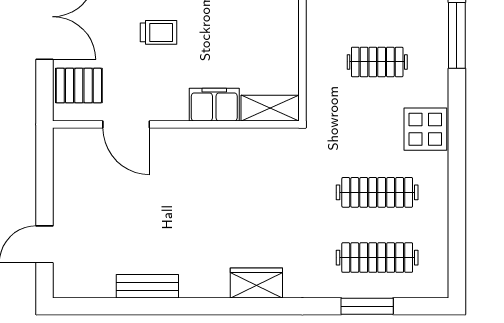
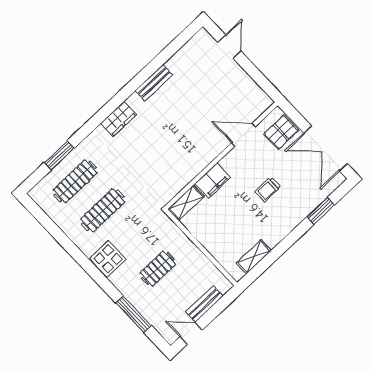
bench: (147, 286) -> (154, 83), moved

